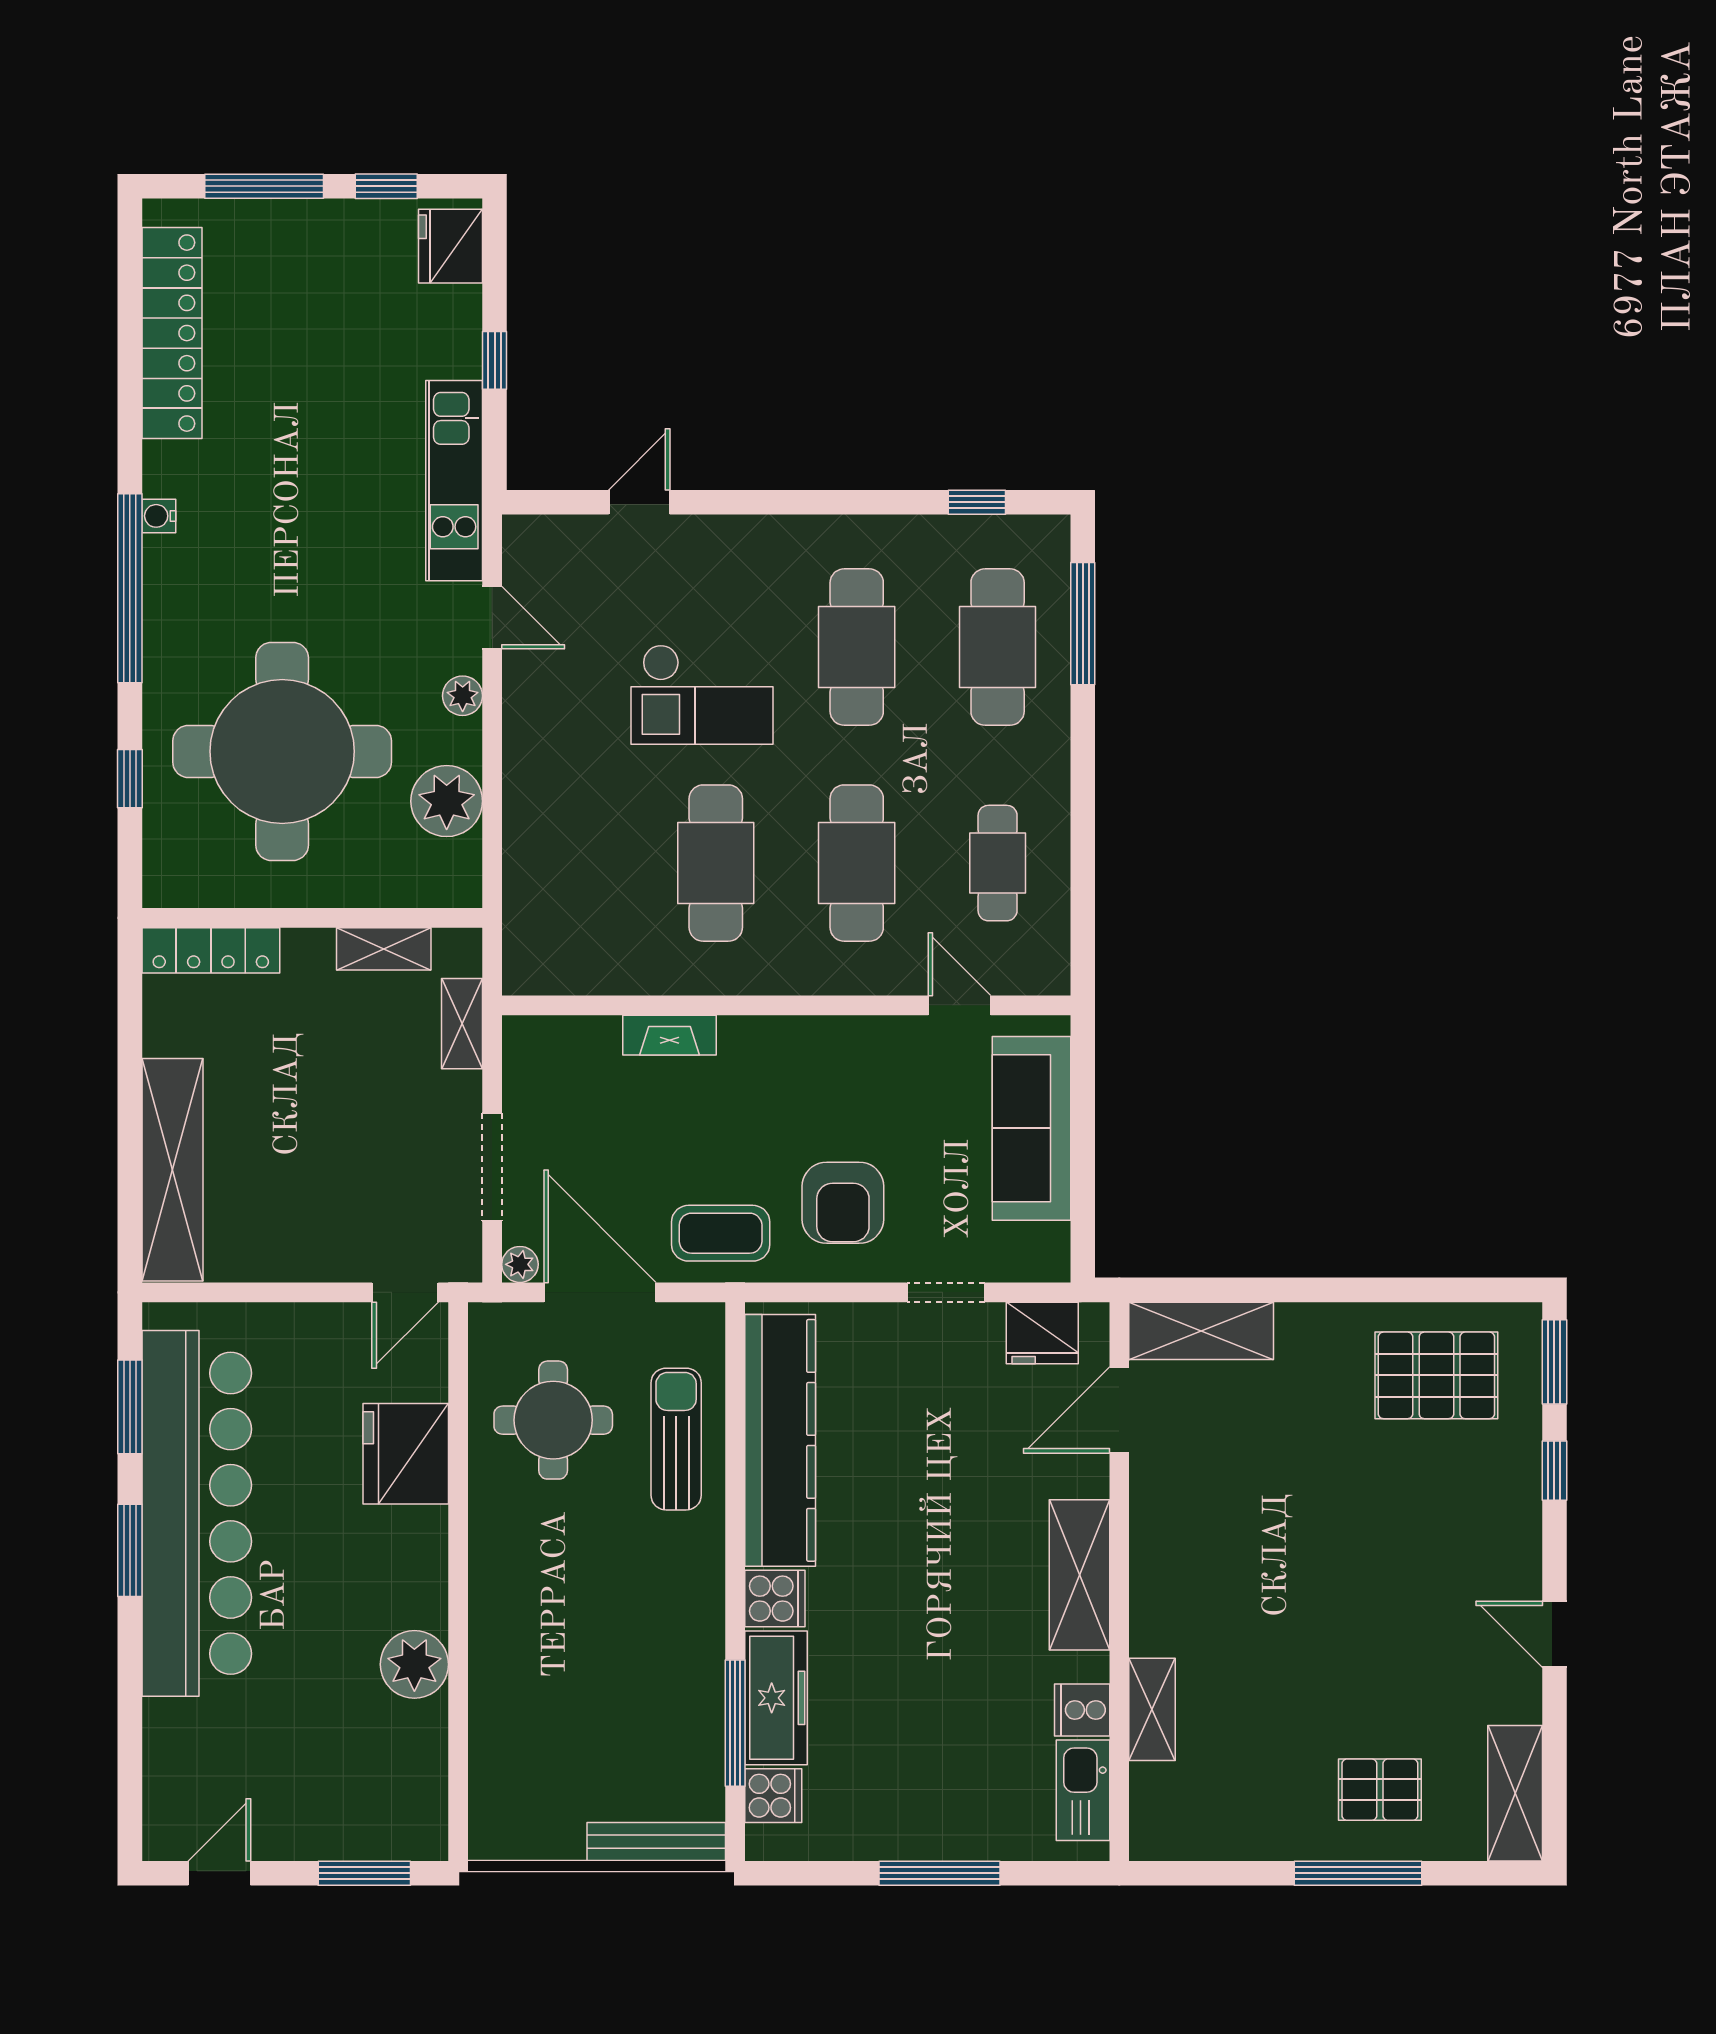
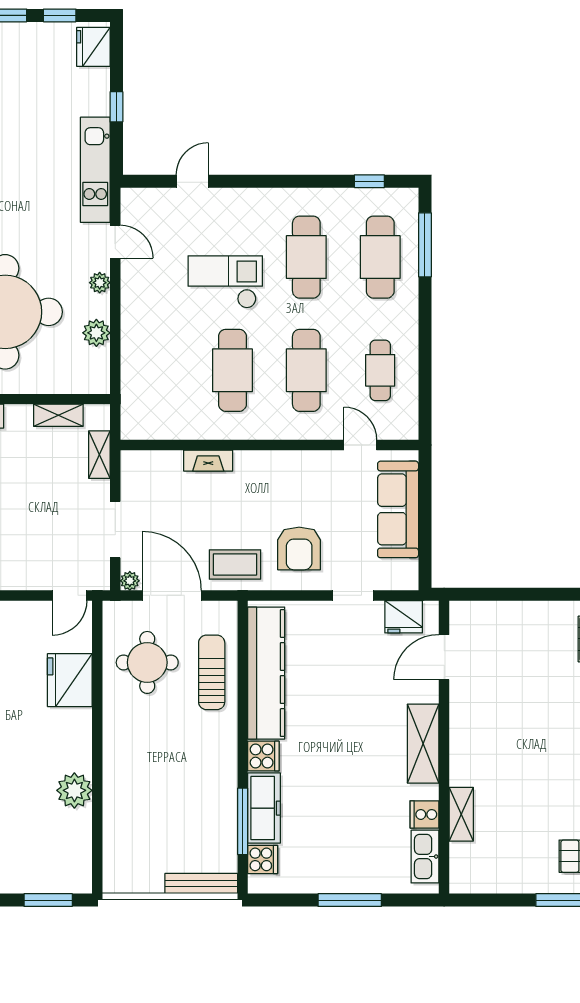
checkout: (702, 694) -> (225, 282), turned 180
plant: (447, 801) -> (96, 333), width x0.73, depth x0.73
shelving: (1201, 1331) -> (487, 616), removed

